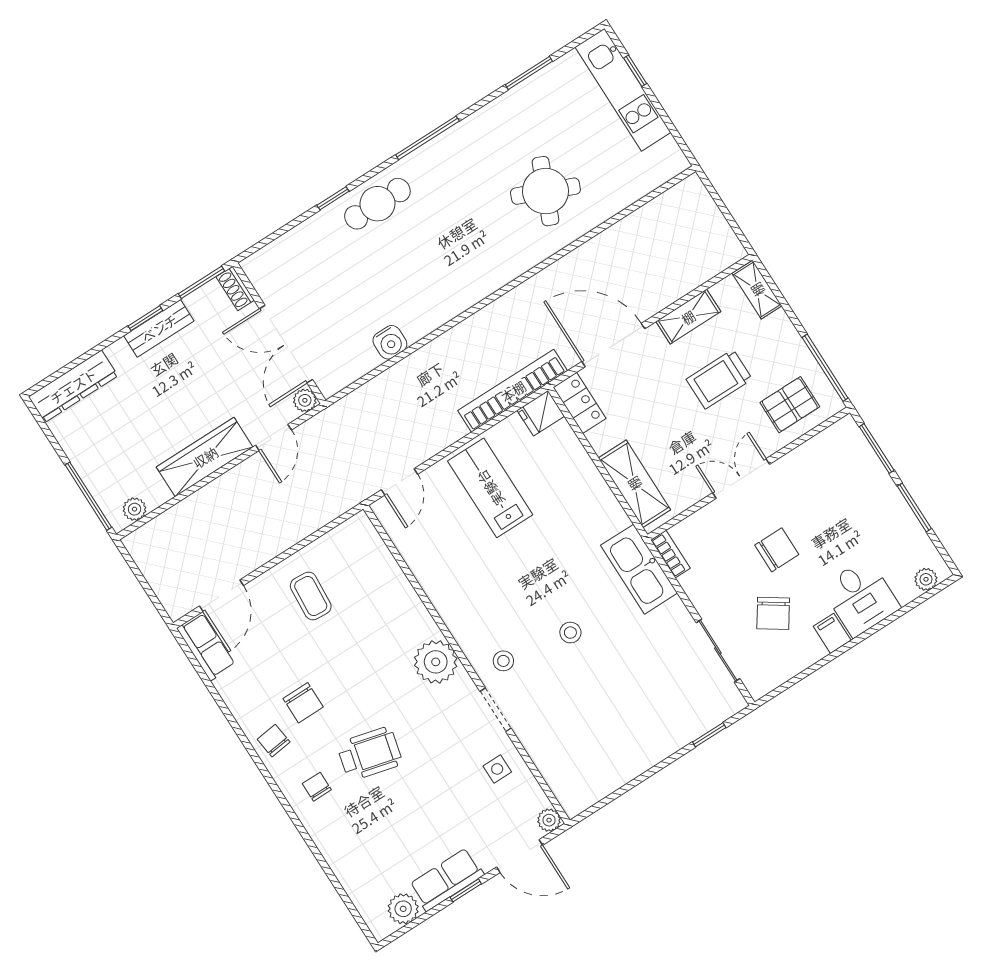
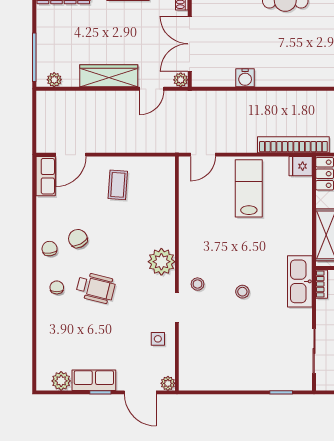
chair: (303, 703) -> (78, 239), turned 152

